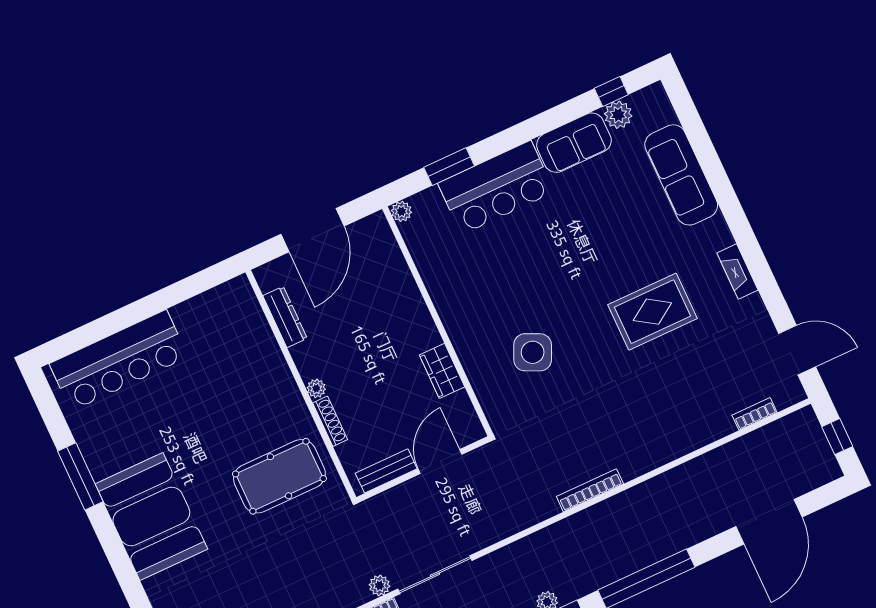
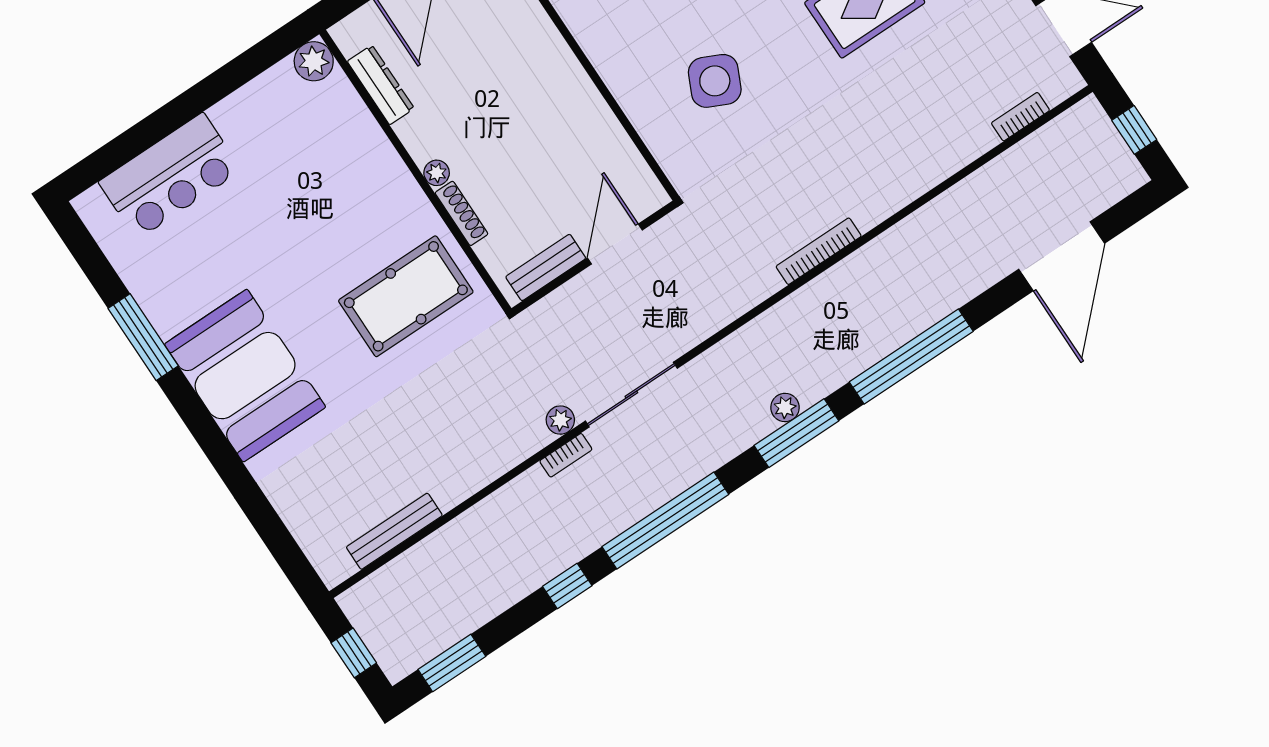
plant: (238, 292) -> (314, 61), added
bar counter: (119, 360) -> (170, 176), width x0.73
wardrobe: (442, 371) -> (599, 124), removed

